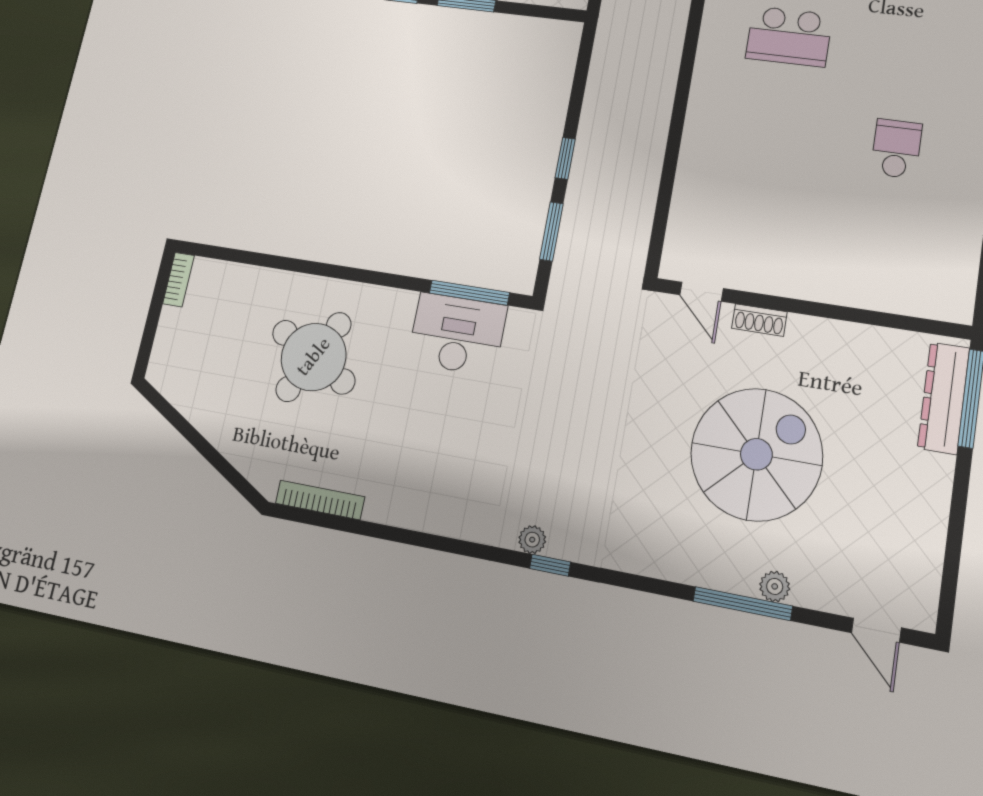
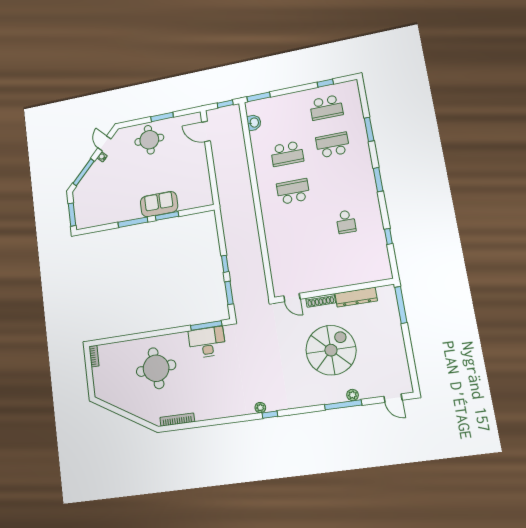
school desk: (789, 36) -> (293, 191), turned 180
school desk: (896, 149) -> (346, 222), turned 180
shoe rack: (759, 320) -> (321, 300), width x1.43
round table: (314, 357) -> (156, 368), turned -32
dresser: (944, 398) -> (356, 297), moved, turned -90

